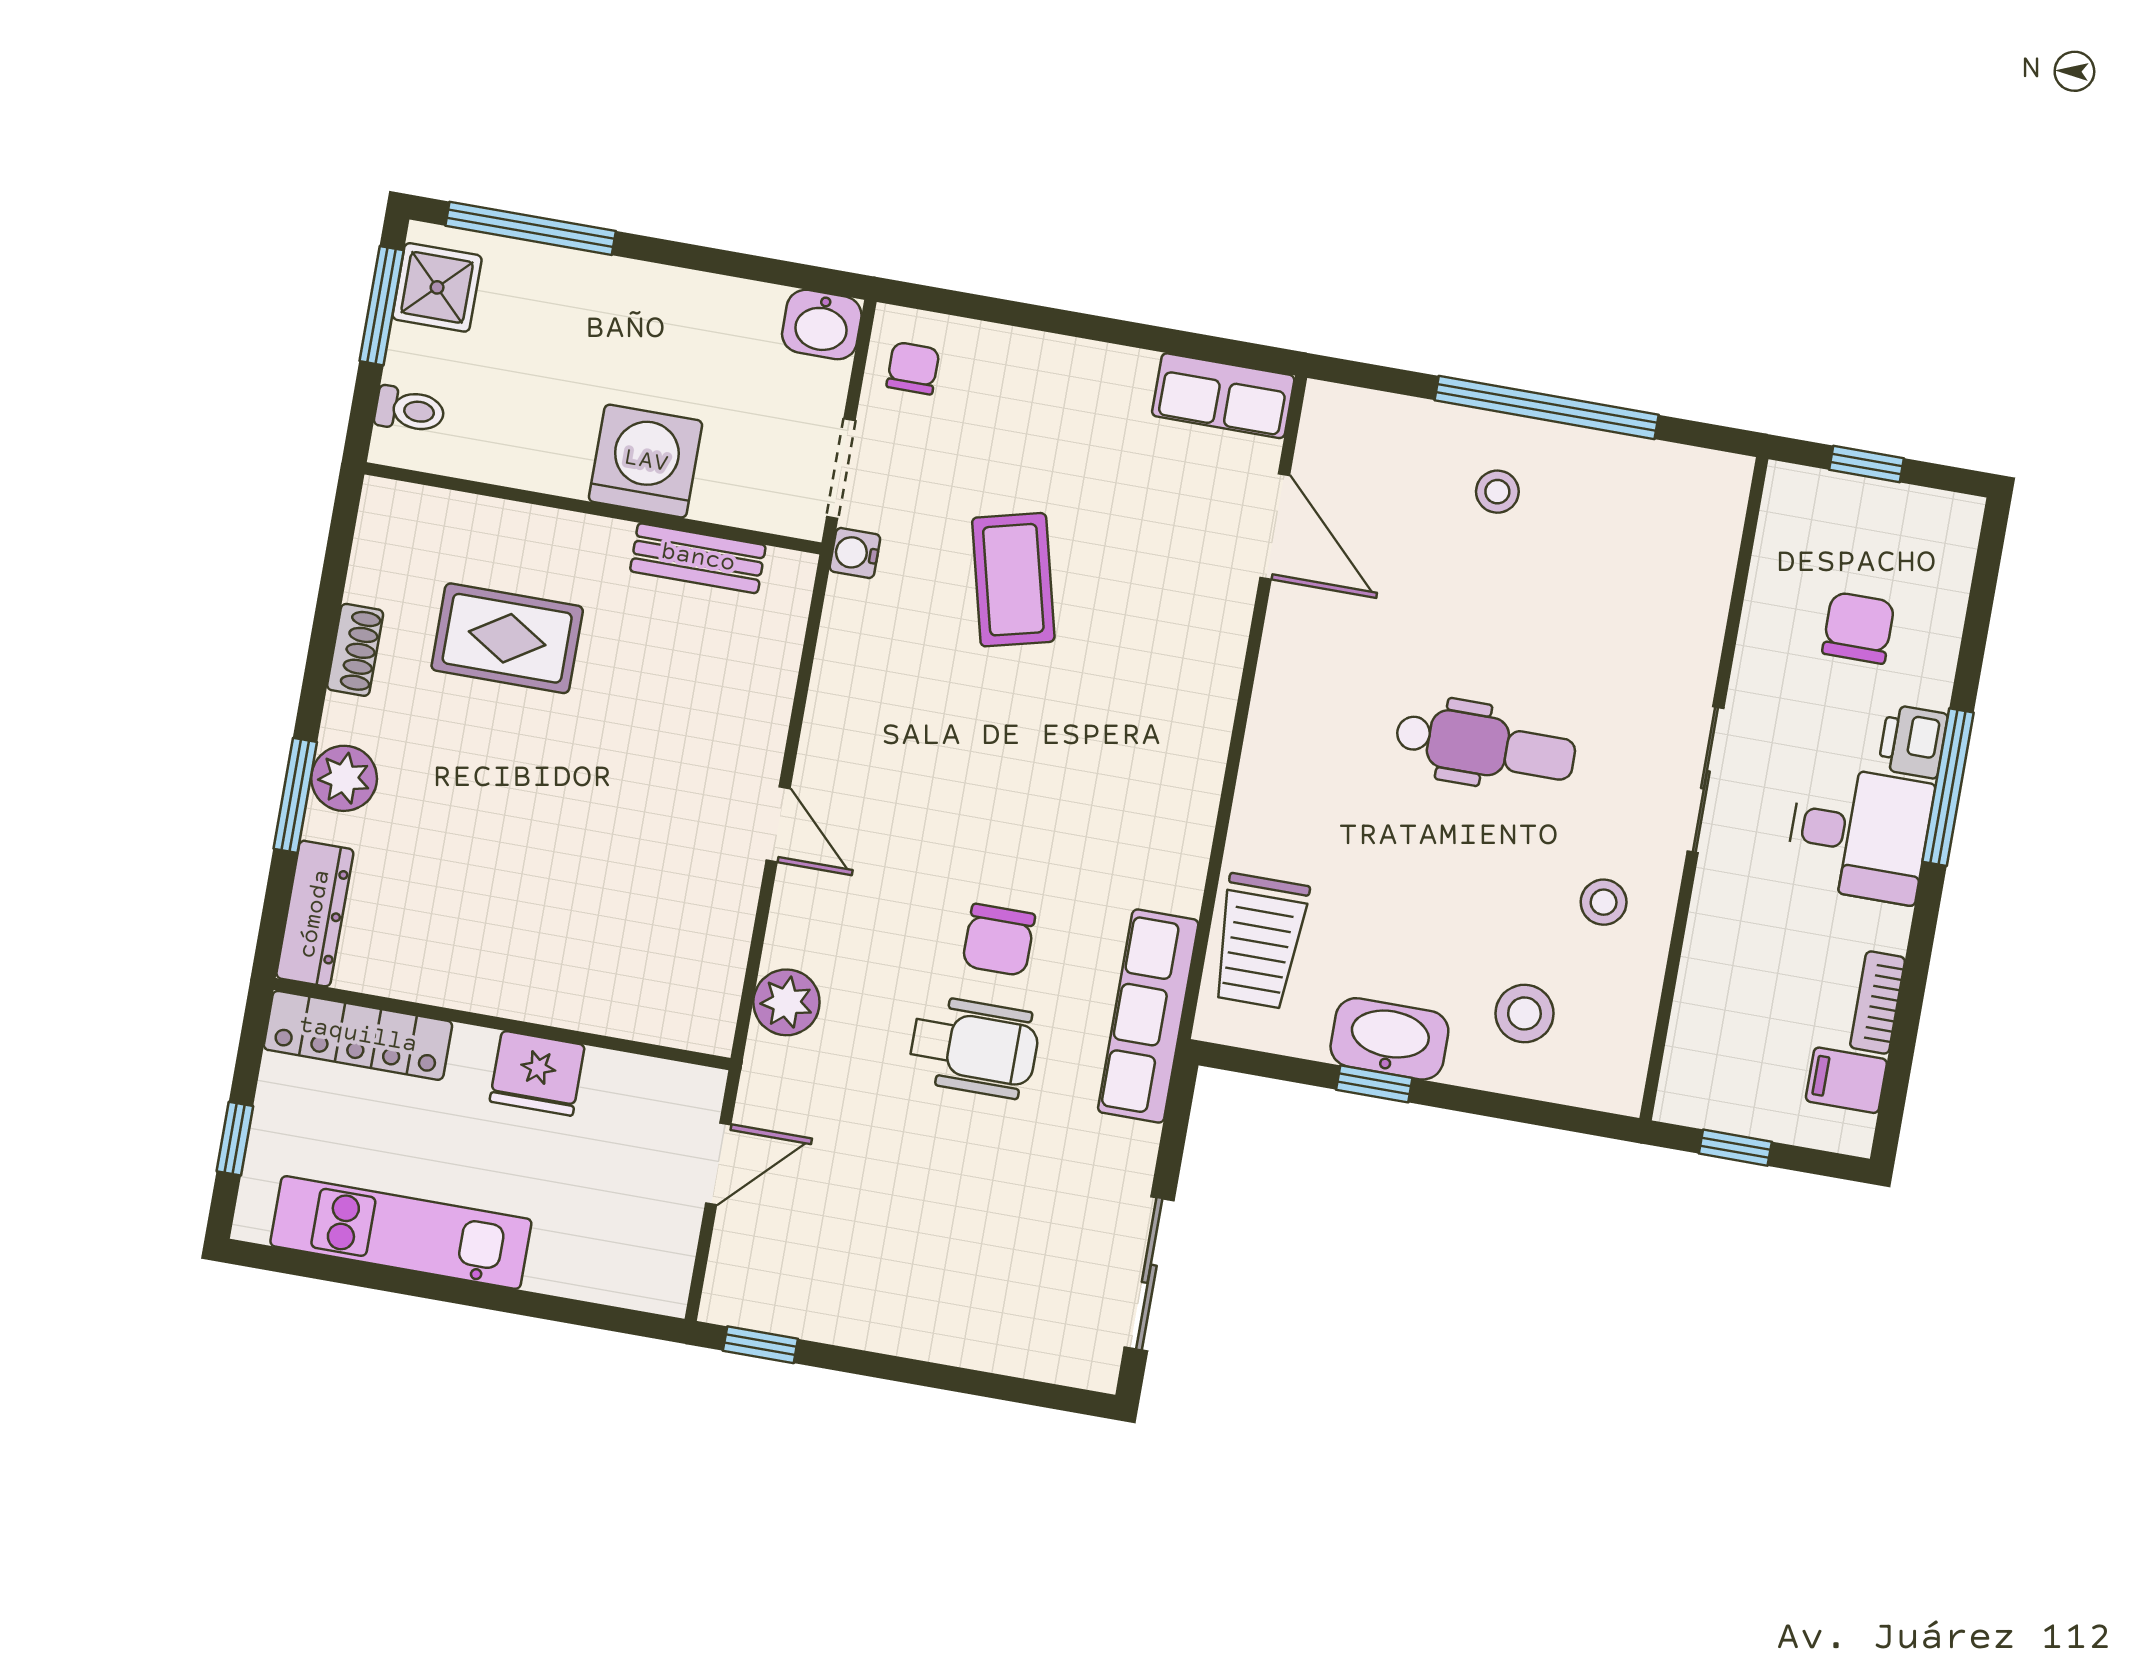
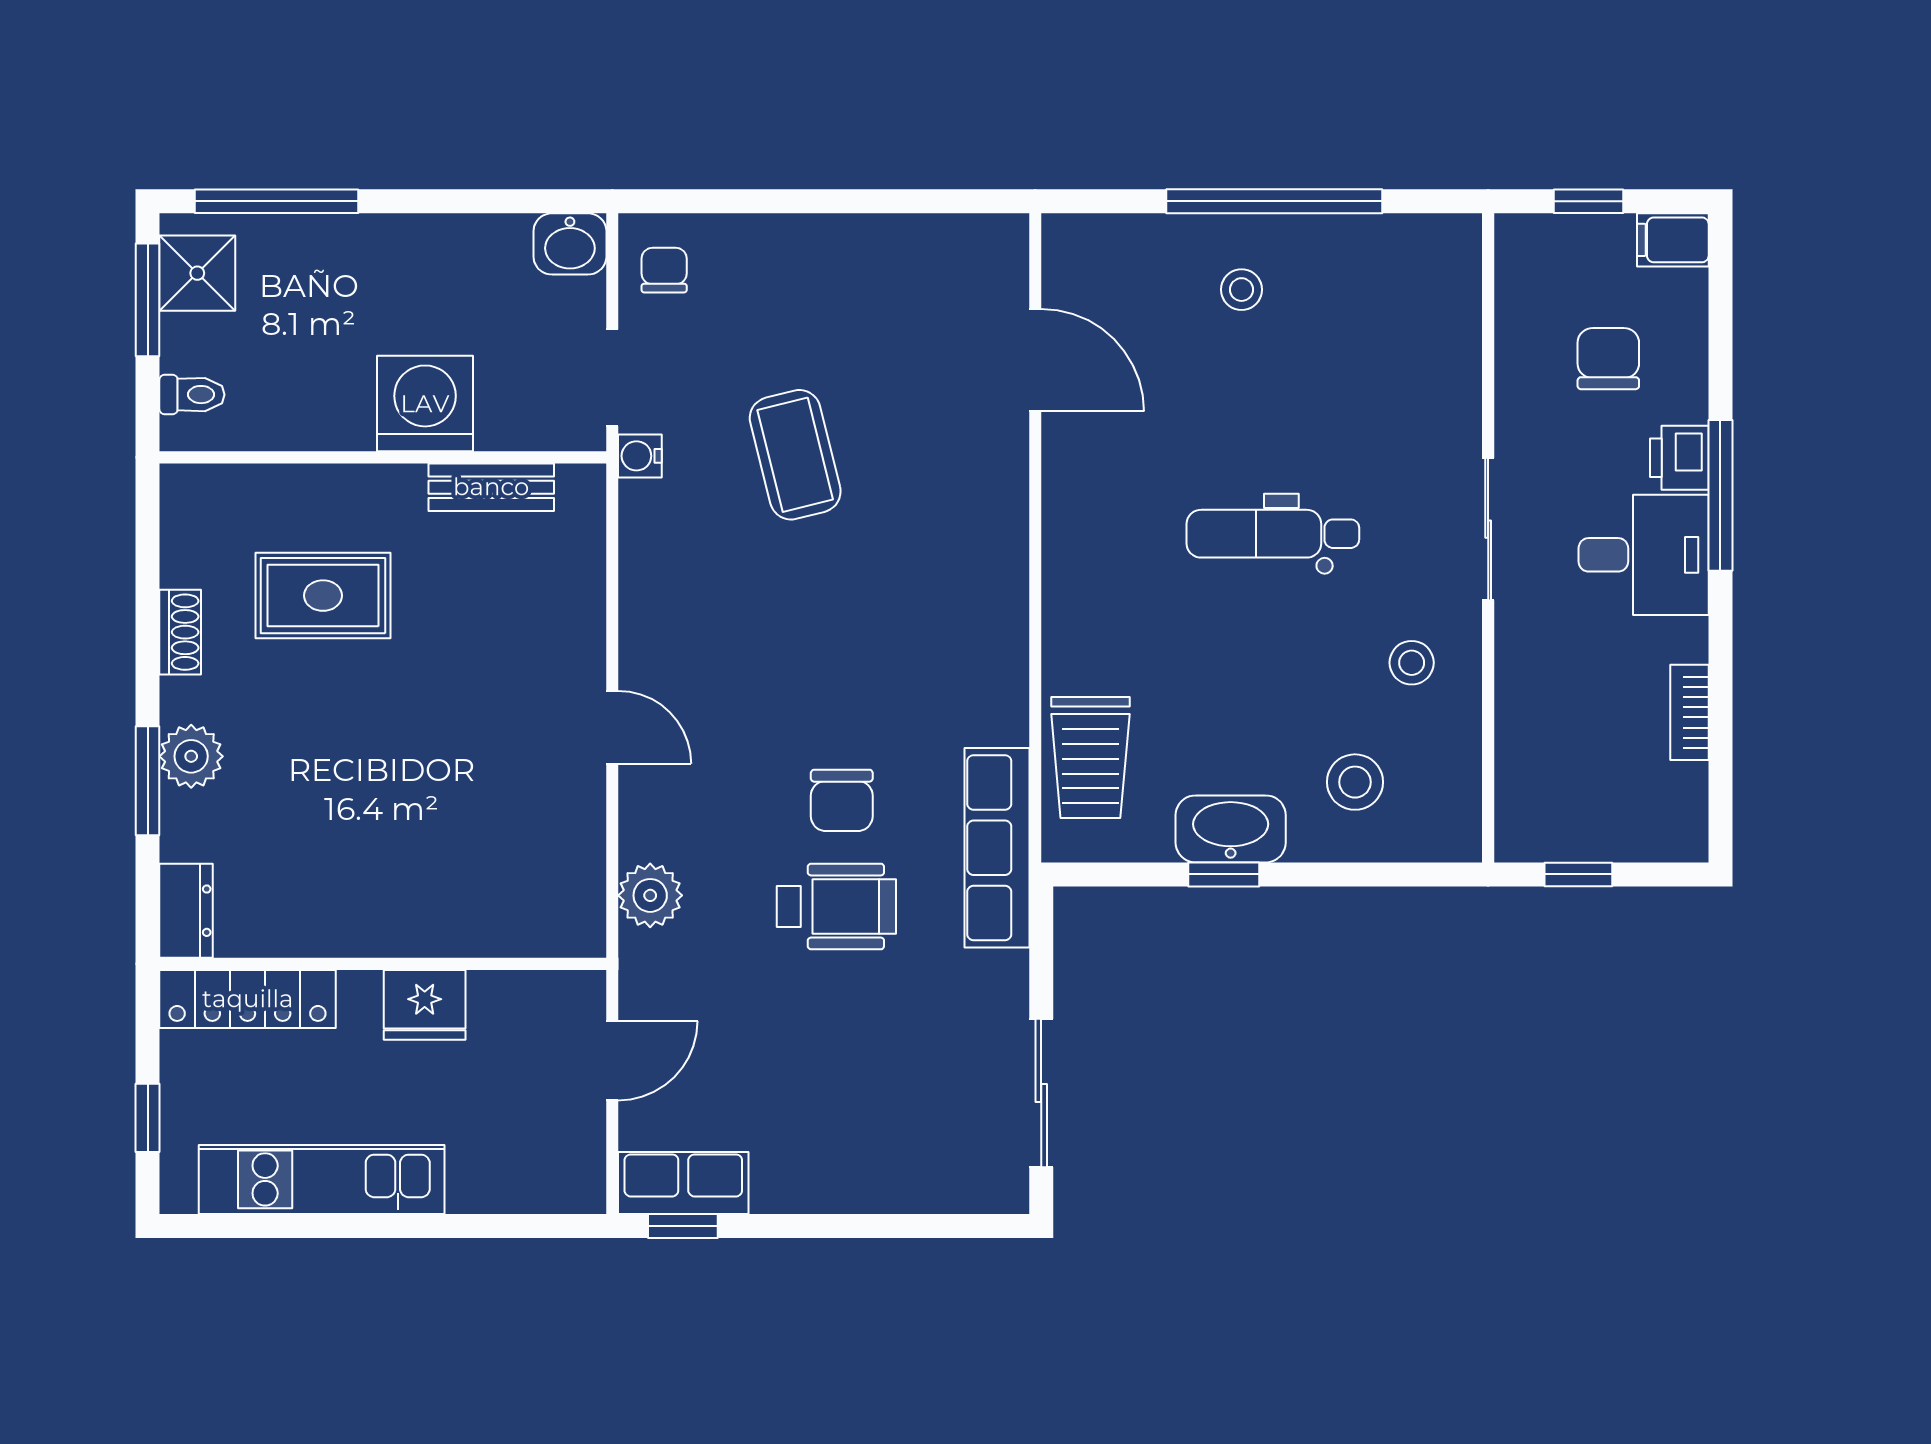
row of seats: (1223, 396) -> (683, 1183), moved, turned 180
dental chair: (1485, 746) -> (1273, 534), turned 180
dresser: (315, 914) -> (186, 911), width x0.70
filing cabinet: (1846, 1080) -> (1673, 240), moved

